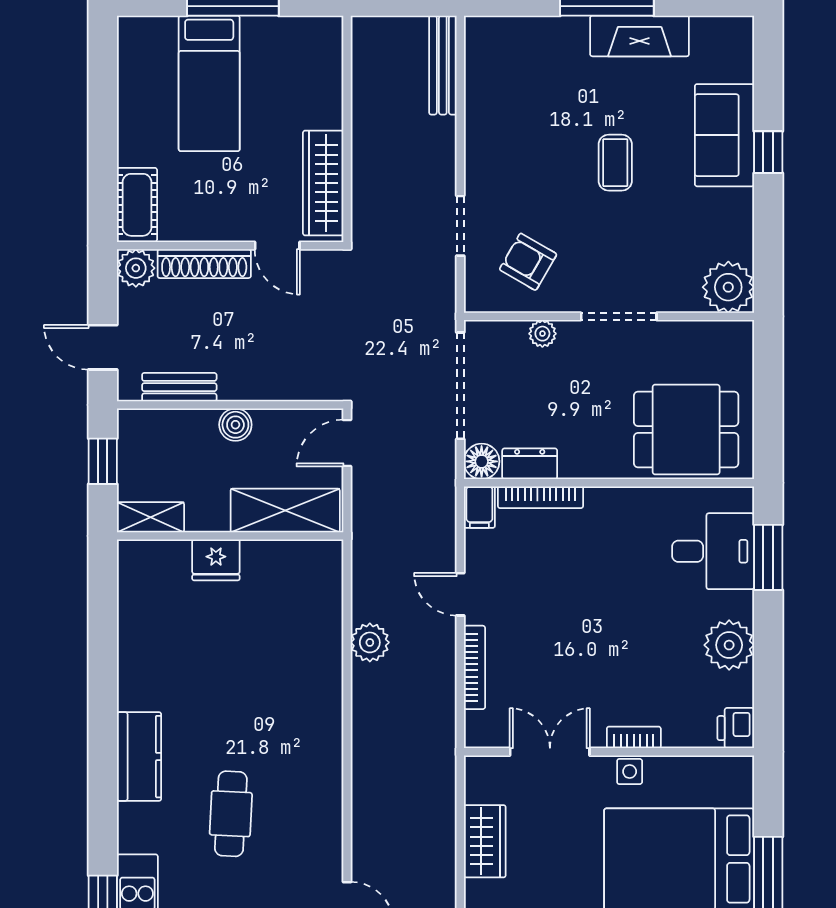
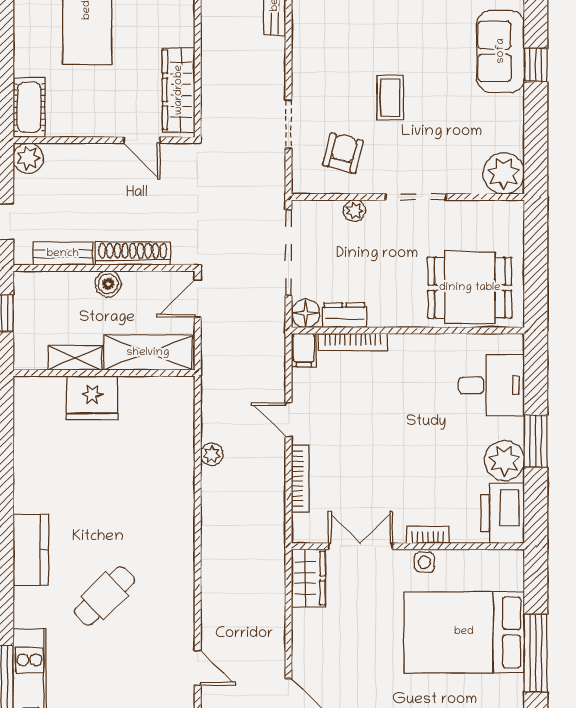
coffee table: (615, 163) -> (390, 98), moved
armchair: (528, 262) -> (343, 153), turned 74
shoe rack: (204, 264) -> (133, 254), moved, turned 180
shelving: (150, 517) -> (75, 358), moved
window: (768, 557) -> (536, 441), moved
fridge: (216, 560) -> (92, 398), width x1.36, depth x1.34
plant: (370, 642) -> (212, 454), width x0.73, depth x0.73
printer: (736, 728) -> (503, 513), width x1.87, depth x1.48
cafe table: (231, 814) -> (104, 596), turned 43
wardrobe: (485, 841) -> (308, 578), moved

